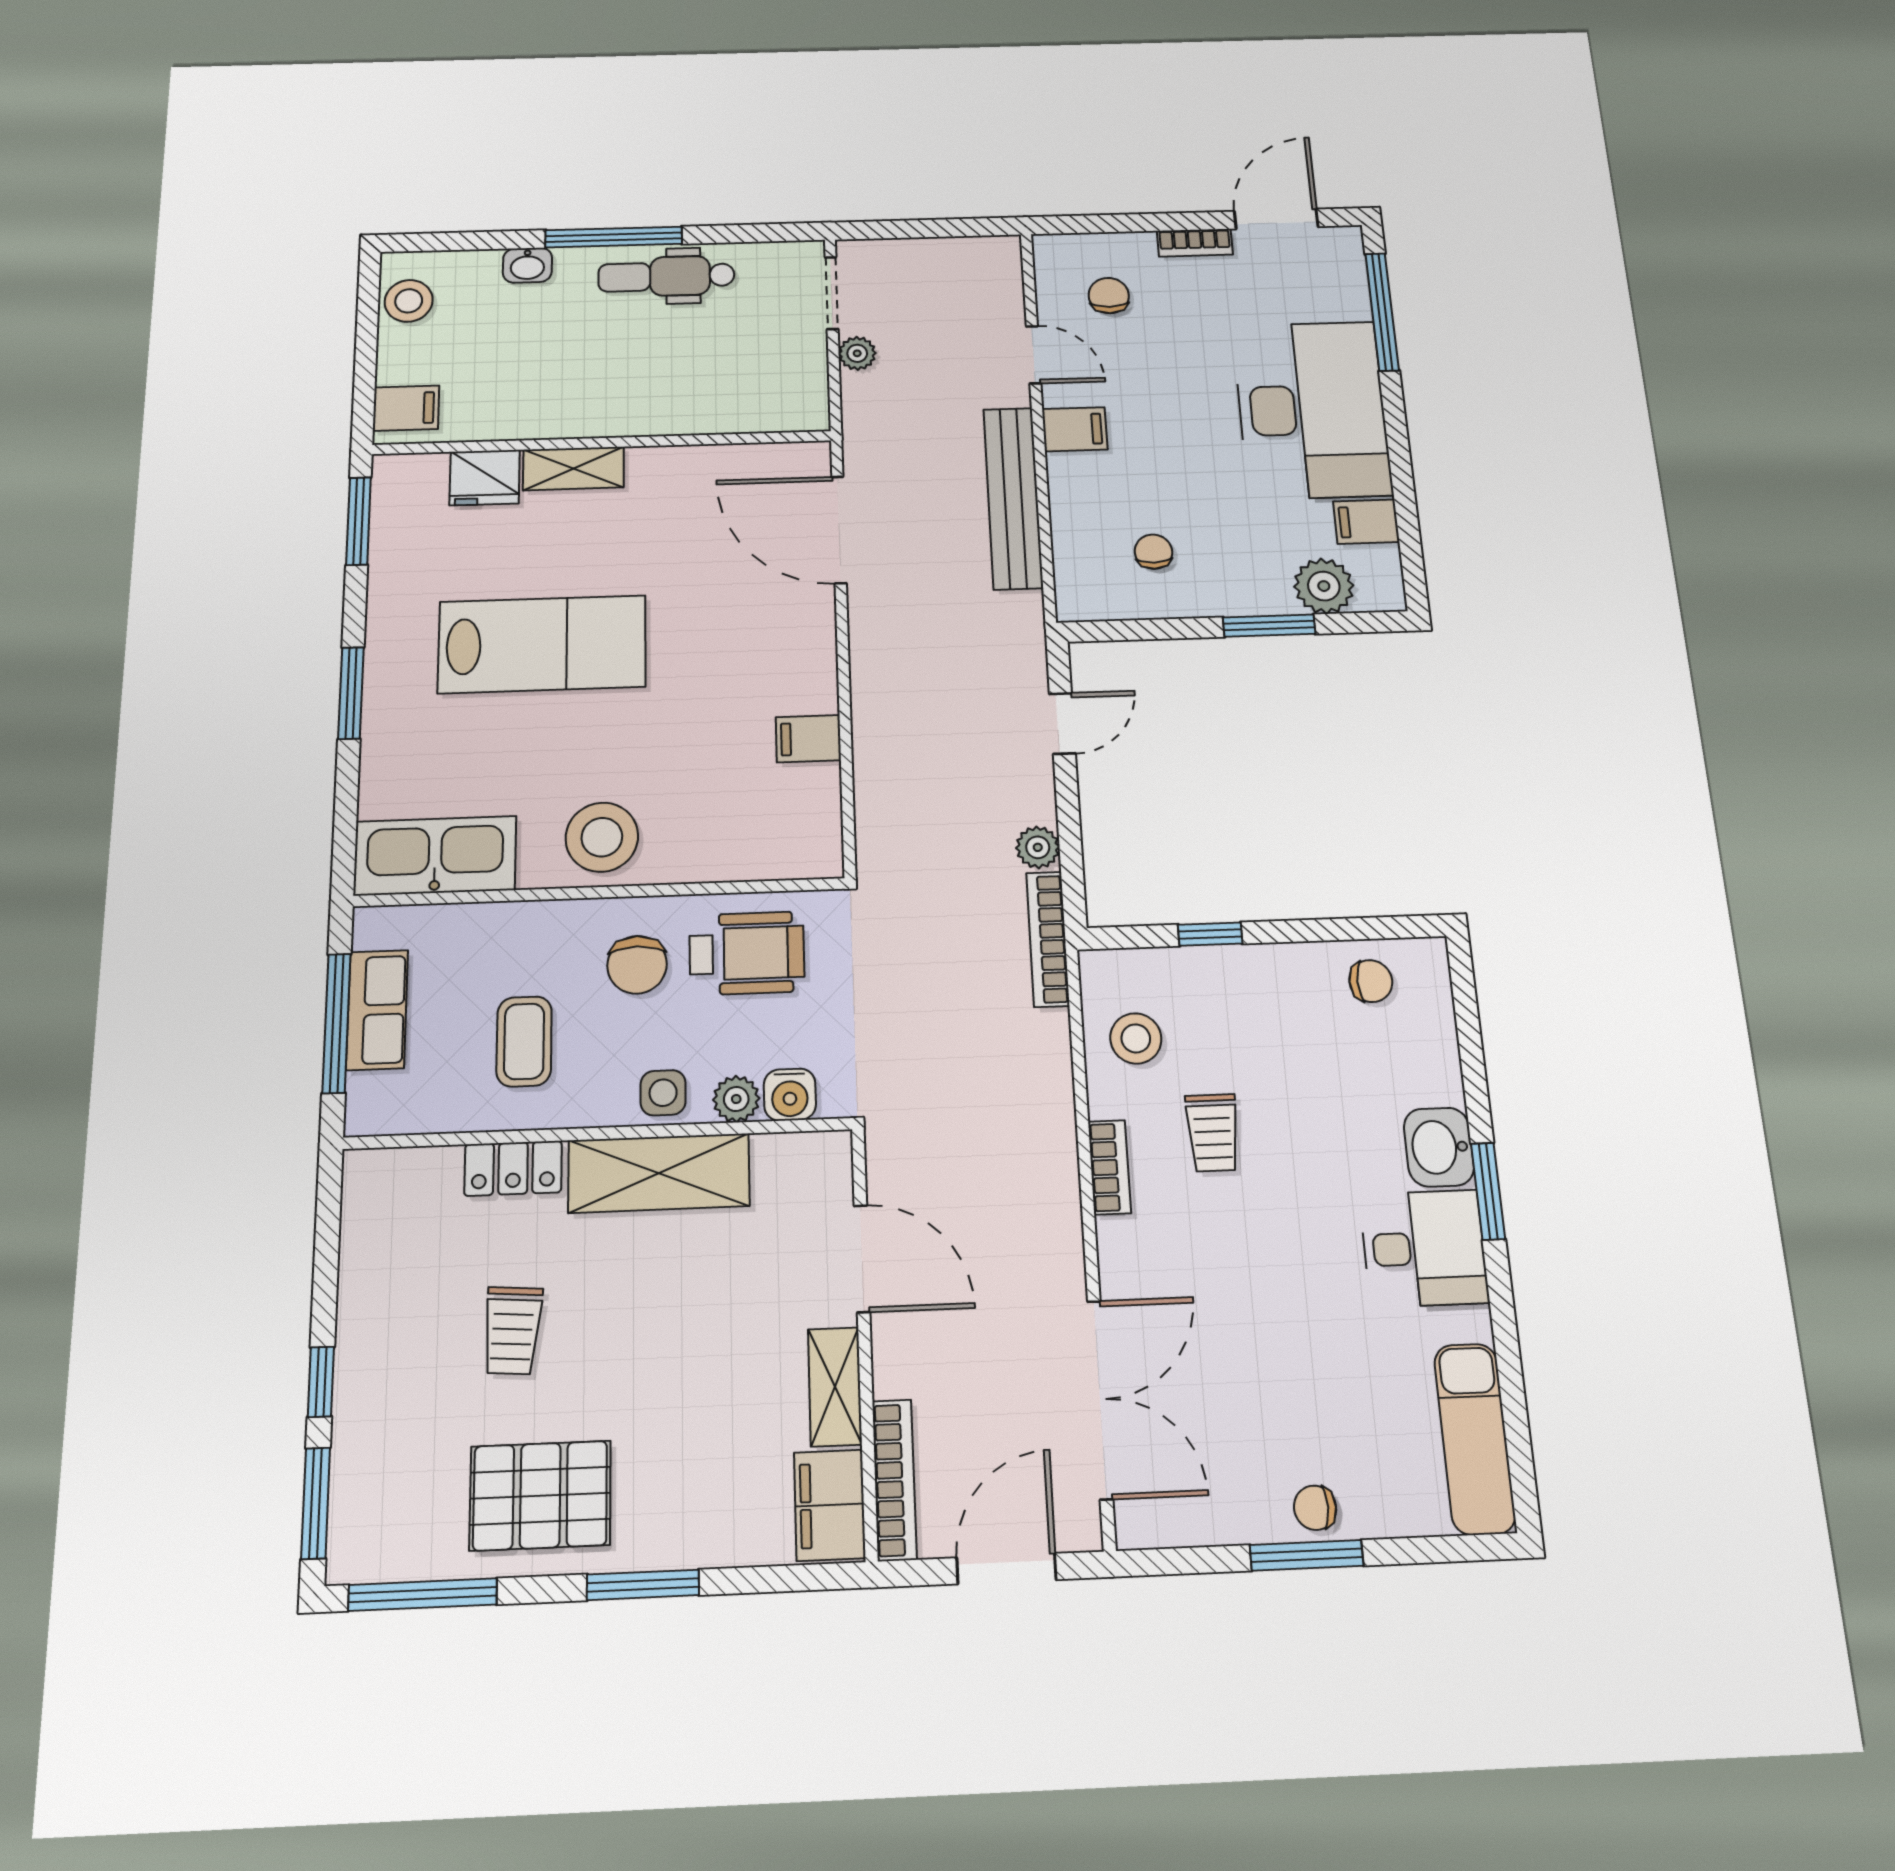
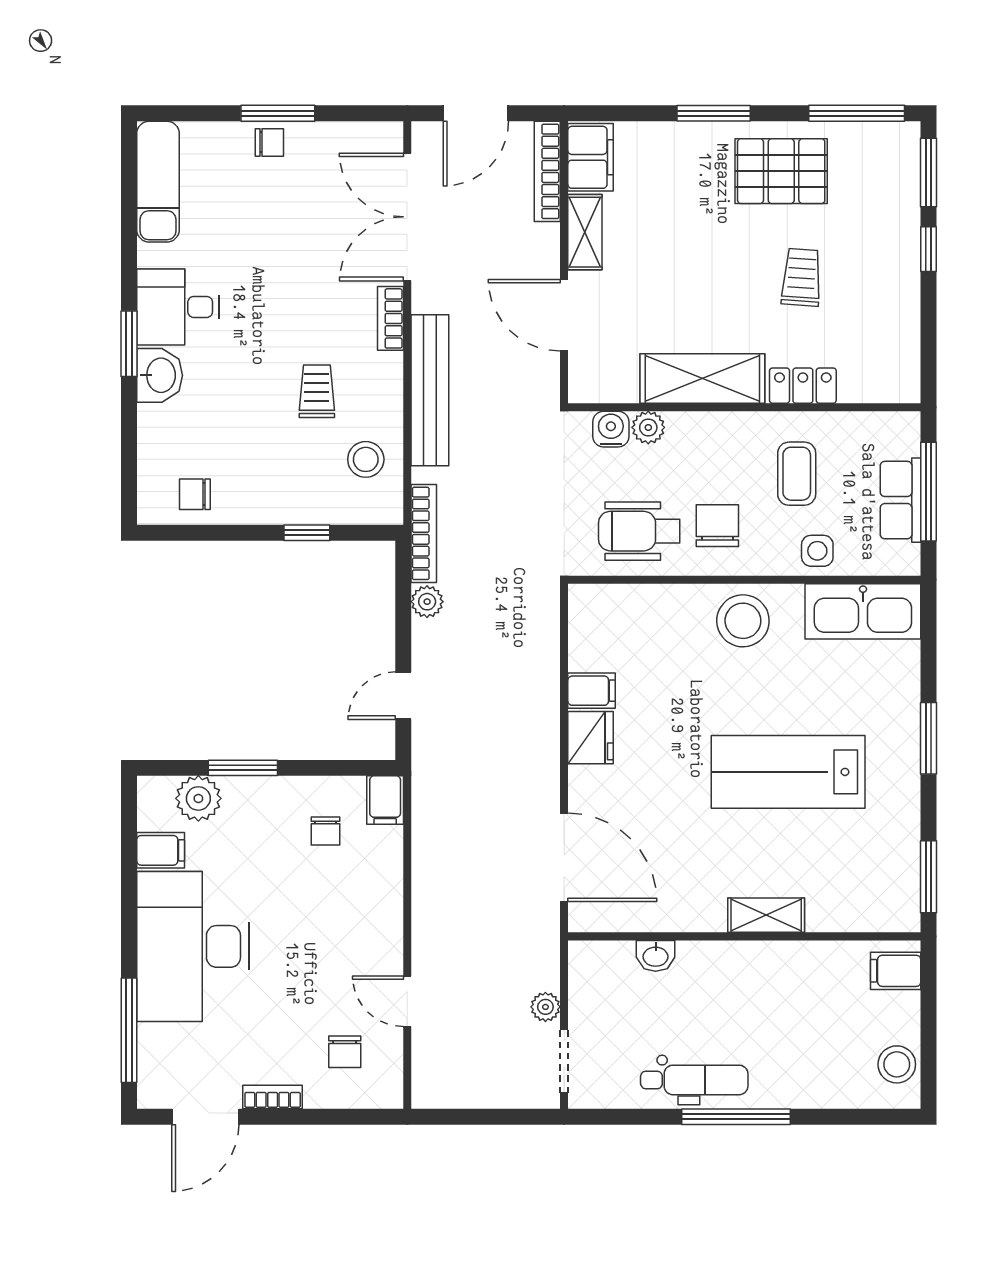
washbasin: (527, 265) -> (656, 956), moved, turned 180
filing cabinet: (1075, 429) -> (385, 800), moved, turned -90
fridge: (485, 478) -> (591, 738), moved, turned 90
bench: (1013, 498) -> (430, 390), moved
side table: (663, 1093) -> (817, 551), moved
bookcase: (1109, 1167) -> (391, 318), moved

